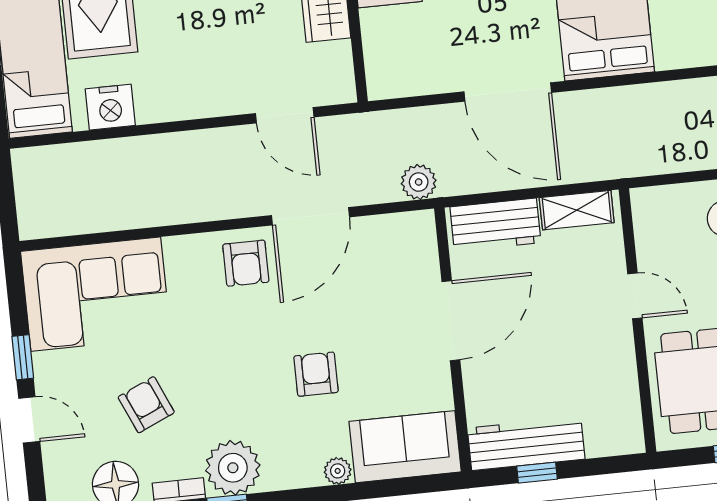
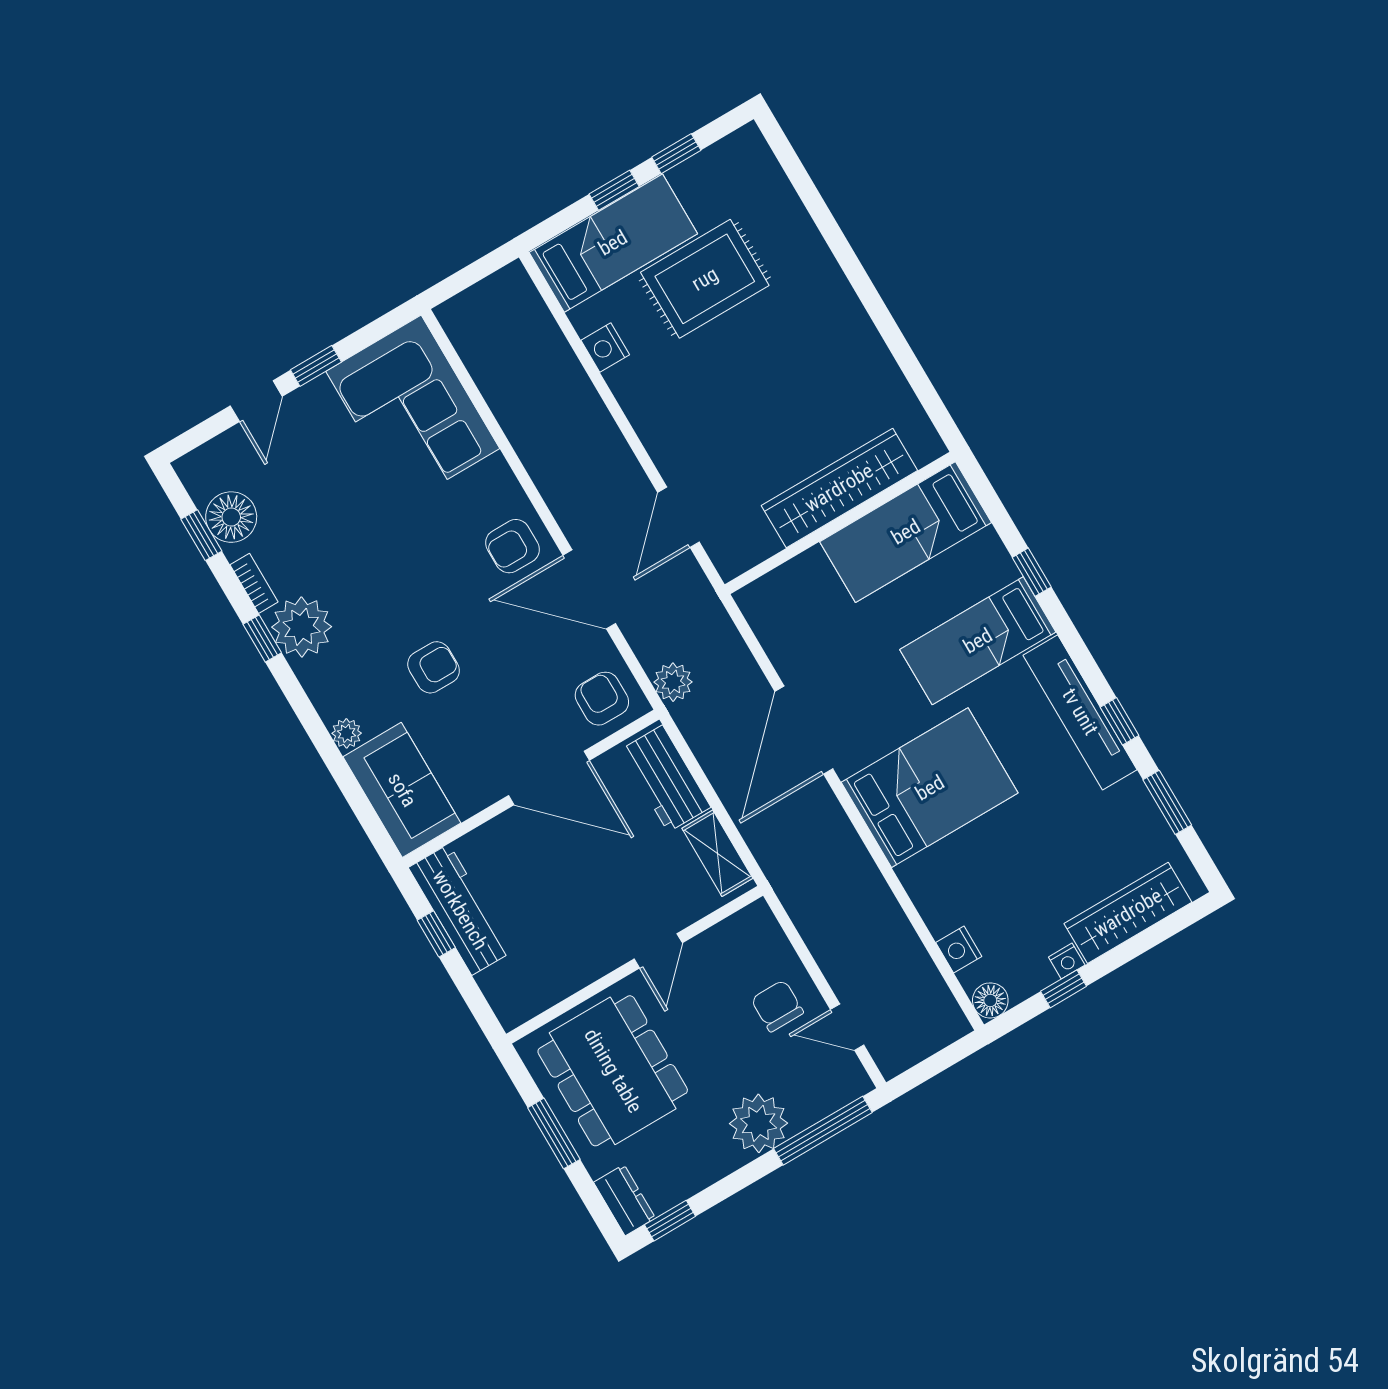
nightstand: (110, 107) -> (605, 348), width x0.74, depth x0.75
armchair: (146, 405) -> (602, 699), moved, turned -66

